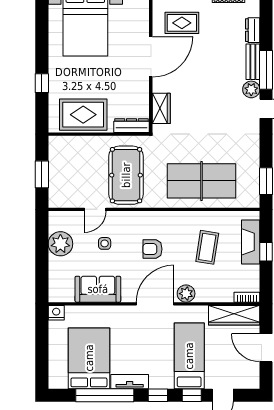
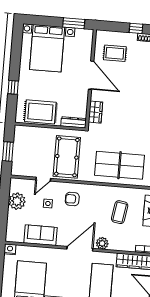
door: (151, 57) -> (91, 75), hinge flipped
armchair: (152, 249) -> (72, 199), moved

